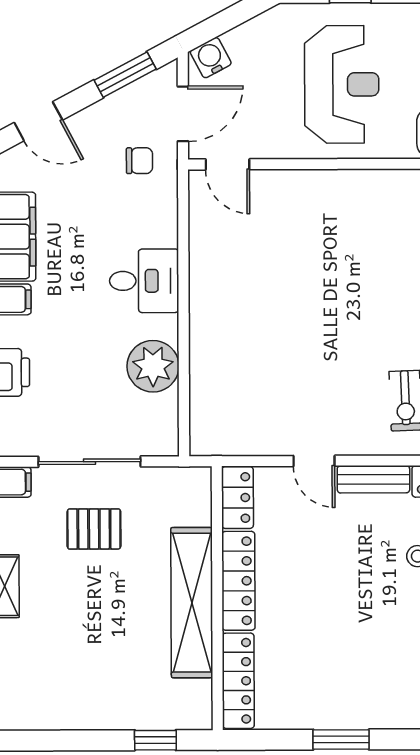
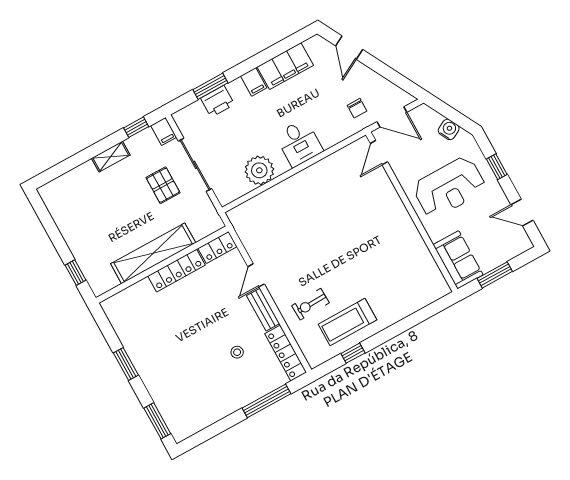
water cooler: (211, 58) -> (449, 129), moved
window: (125, 75) -> (396, 78), removed
locker: (238, 681) -> (127, 297), removed

